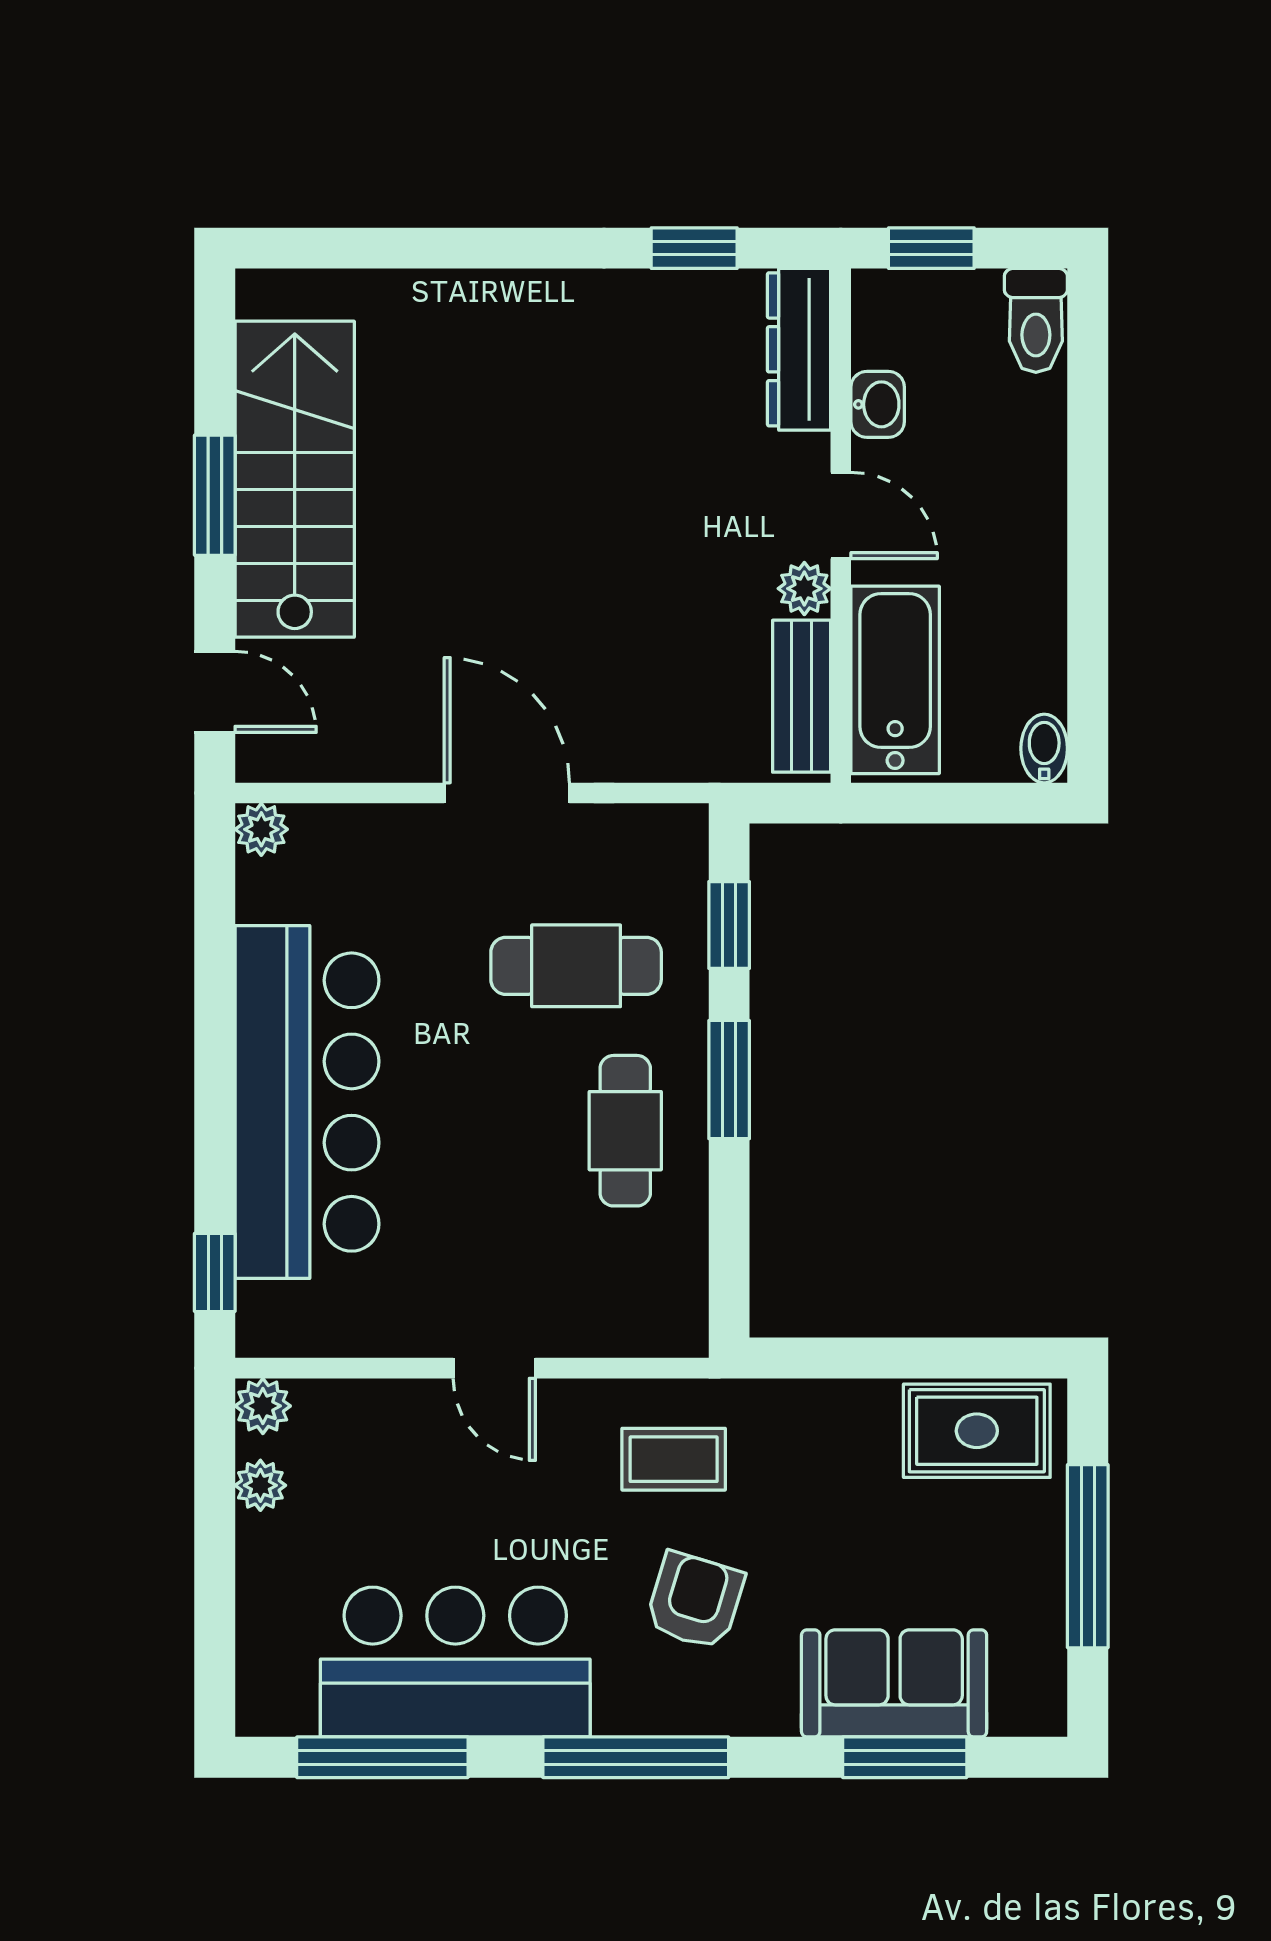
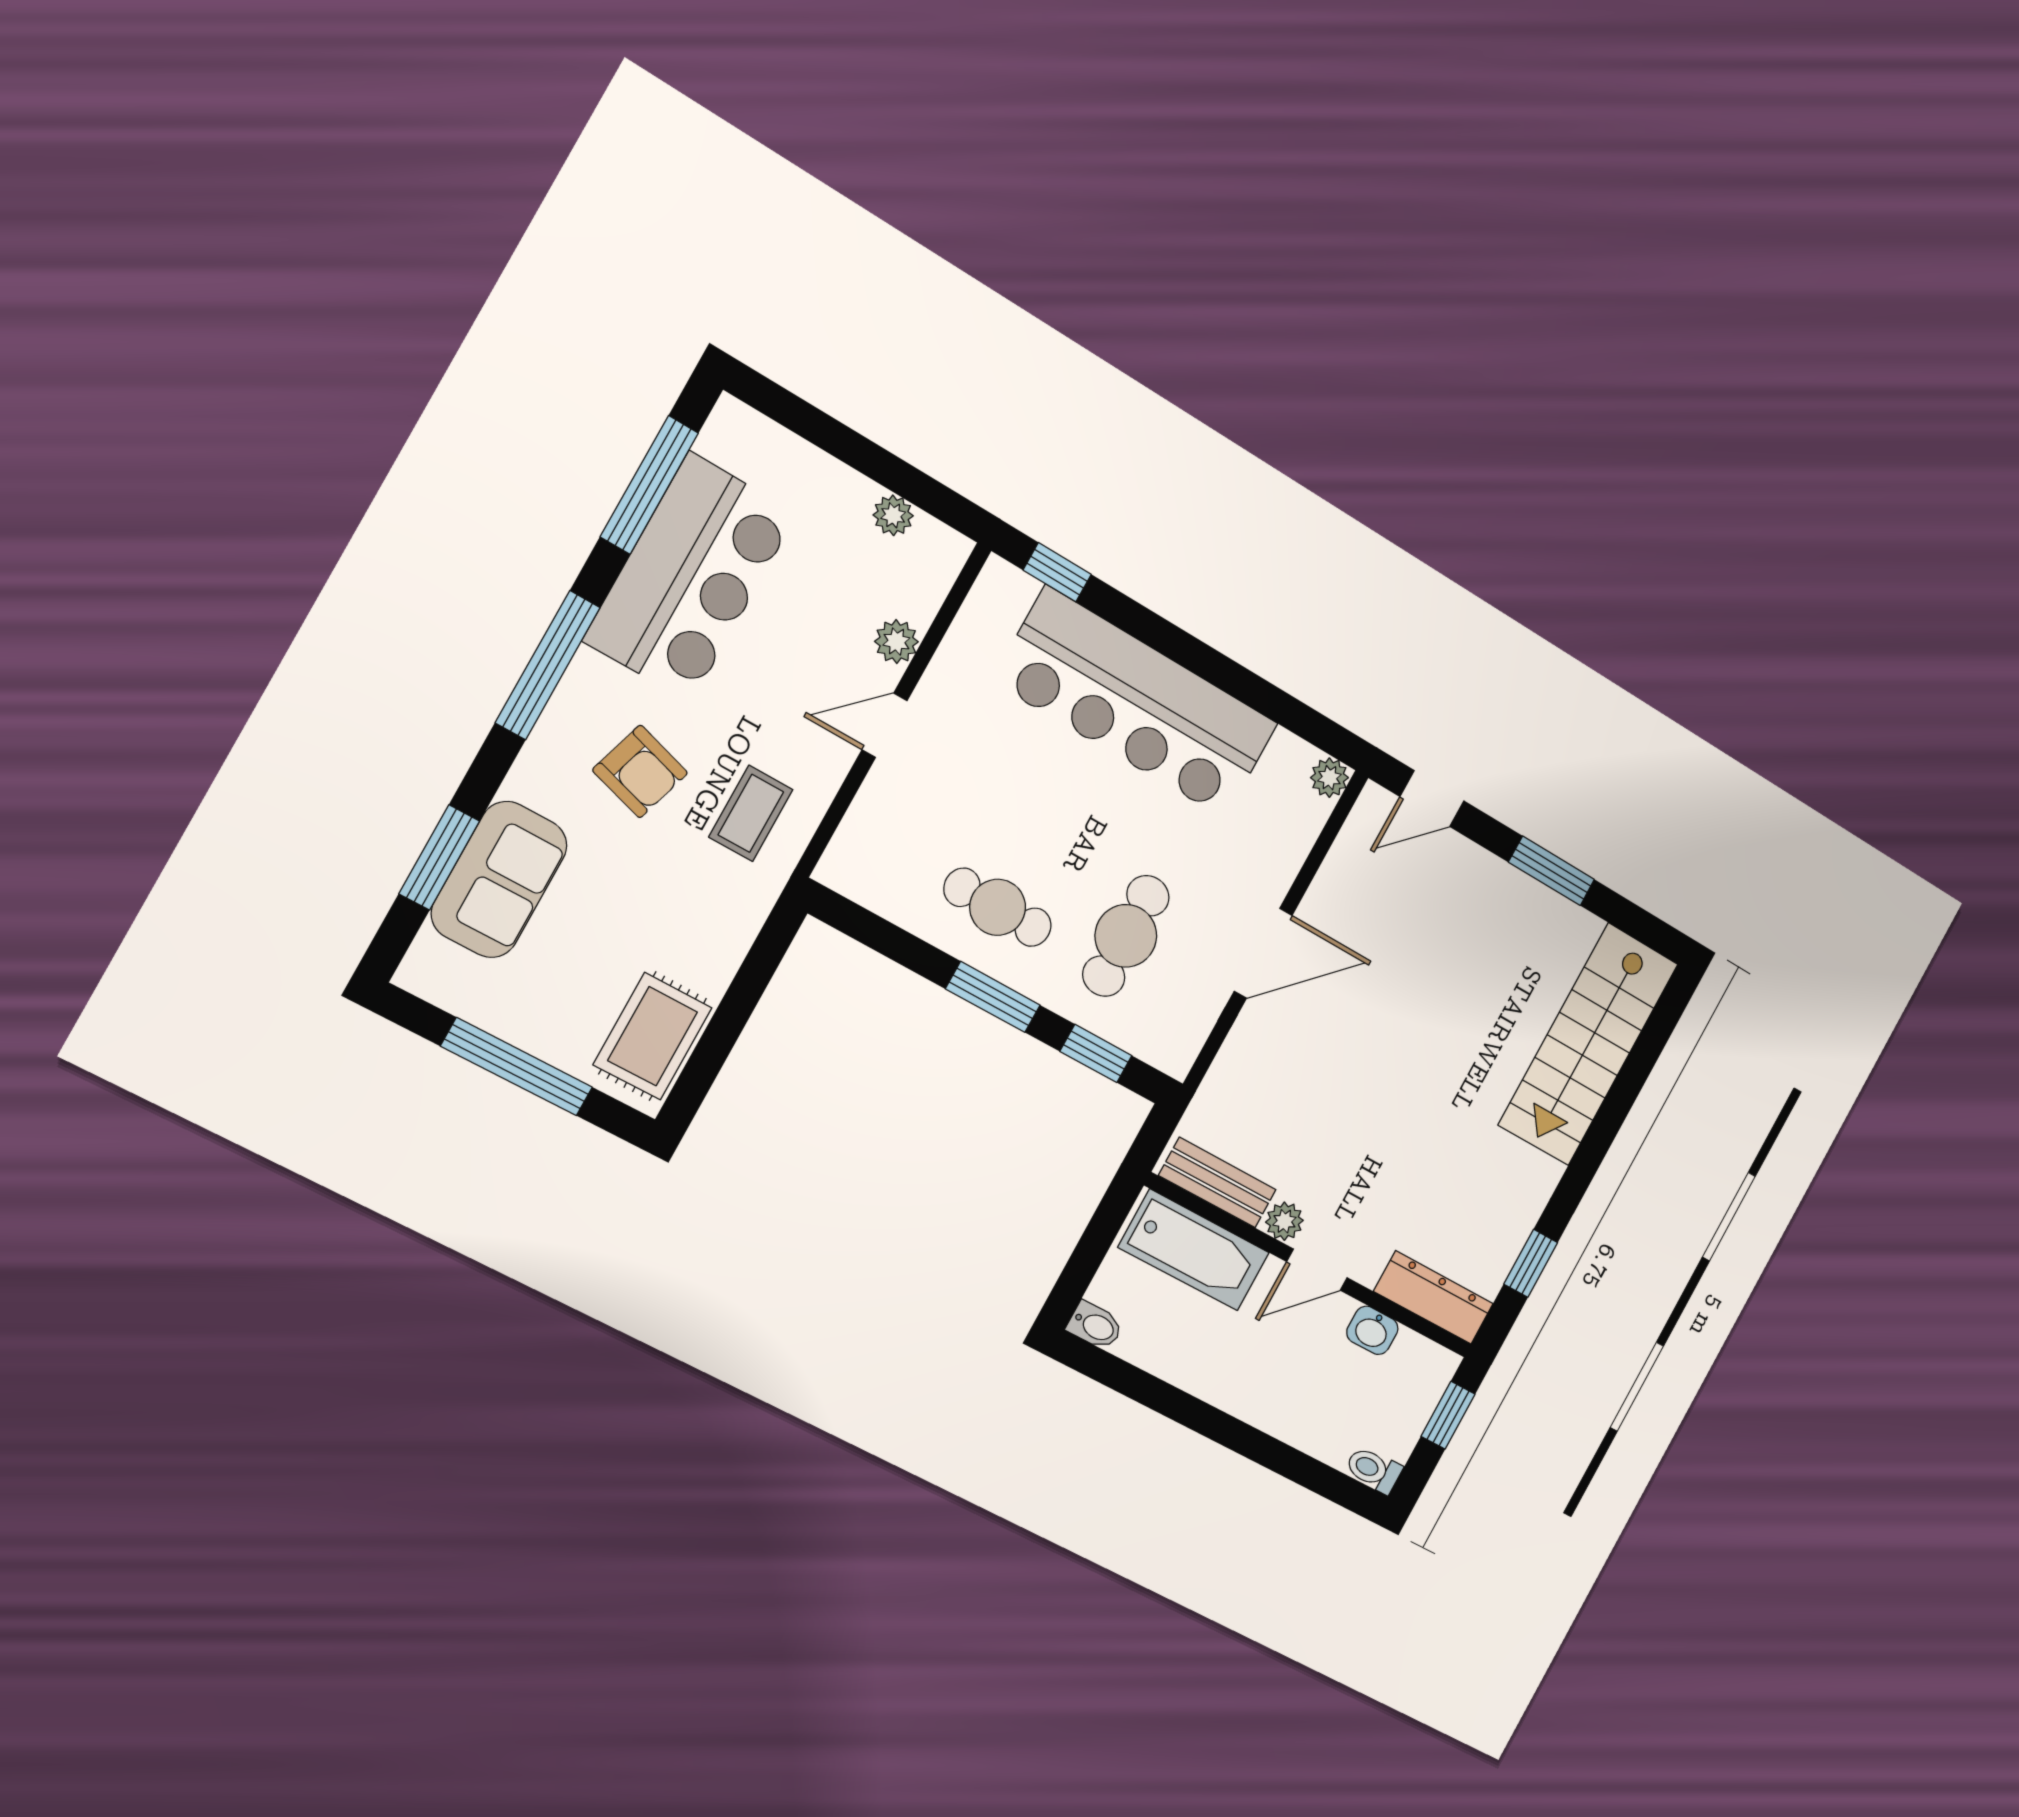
toilet: (1036, 320) -> (1373, 1470), width x0.73, depth x0.72
stairs: (295, 479) -> (1588, 1044), moved, turned 90
plant: (263, 1406) -> (896, 642), moved

